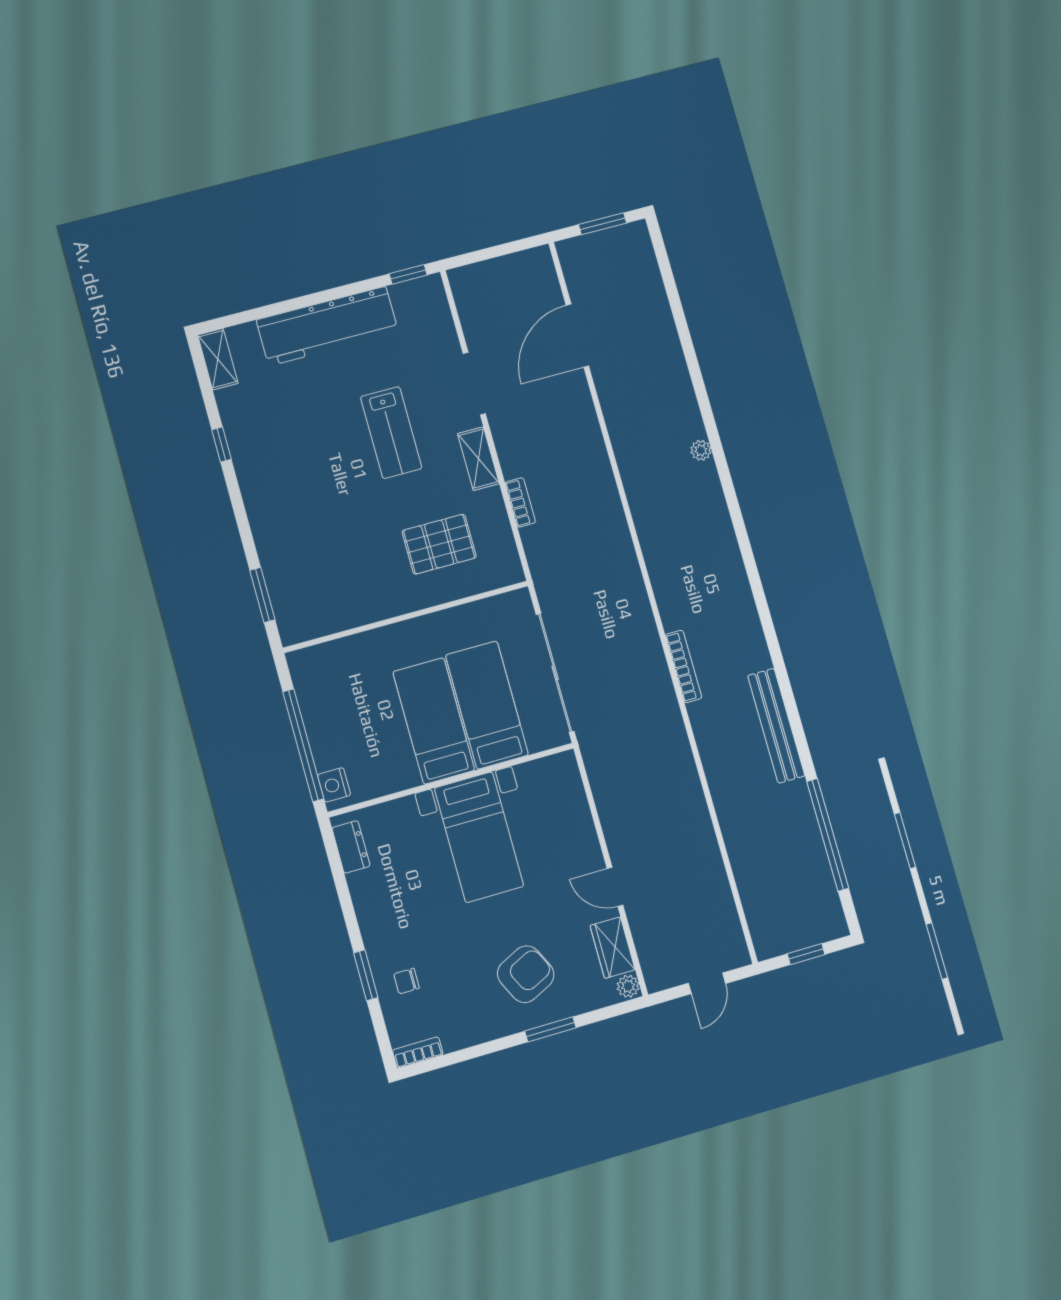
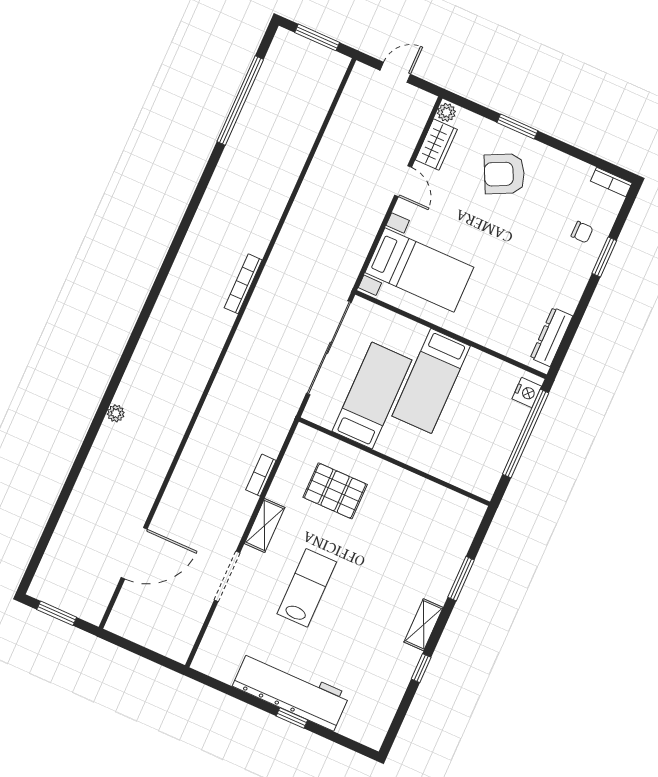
window: (408, 274) -> (292, 718), moved
shelving: (218, 359) -> (424, 625), moved
window: (262, 595) -> (461, 579), moved
bed: (487, 705) -> (372, 396), moved, turned 180
bench: (776, 726) -> (215, 197), removed
bed with nightstands: (479, 837) -> (419, 270), moved, turned 90
dresser: (351, 847) -> (551, 337), width x1.44
window: (806, 954) -> (317, 37), width x1.50

